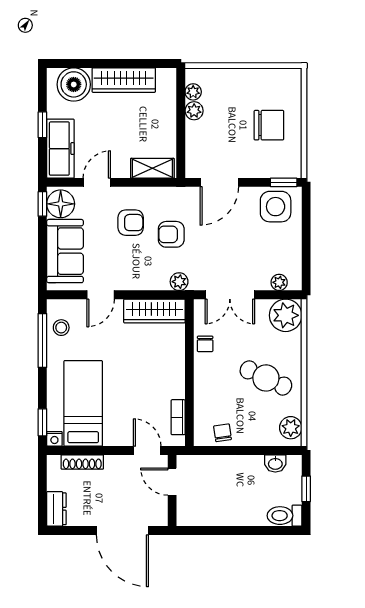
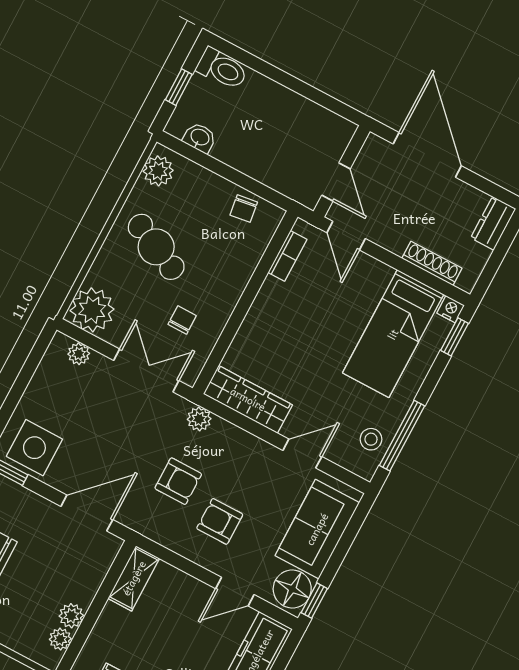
shelving: (152, 168) -> (134, 578), moved, turned 90
chair: (205, 344) -> (182, 320), moved

